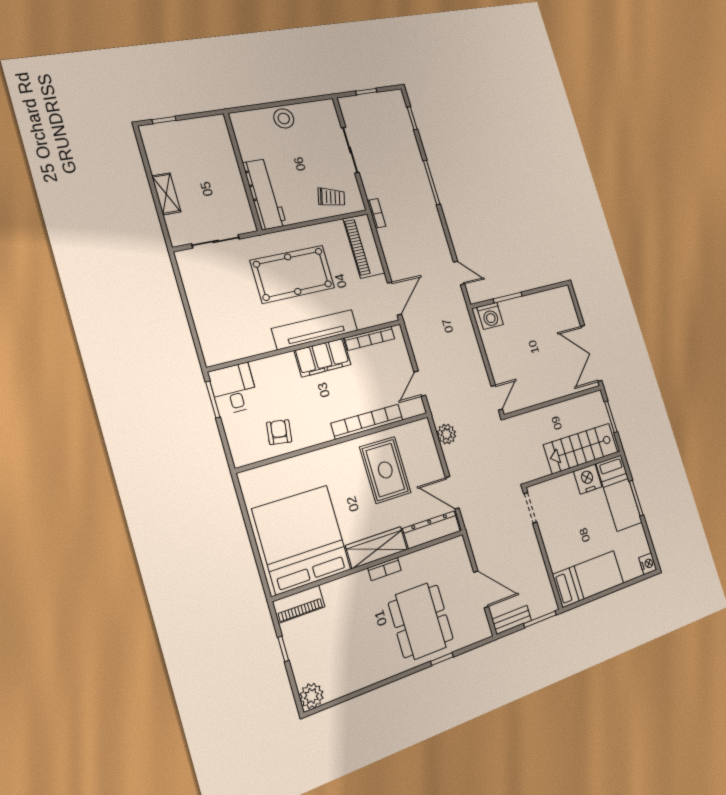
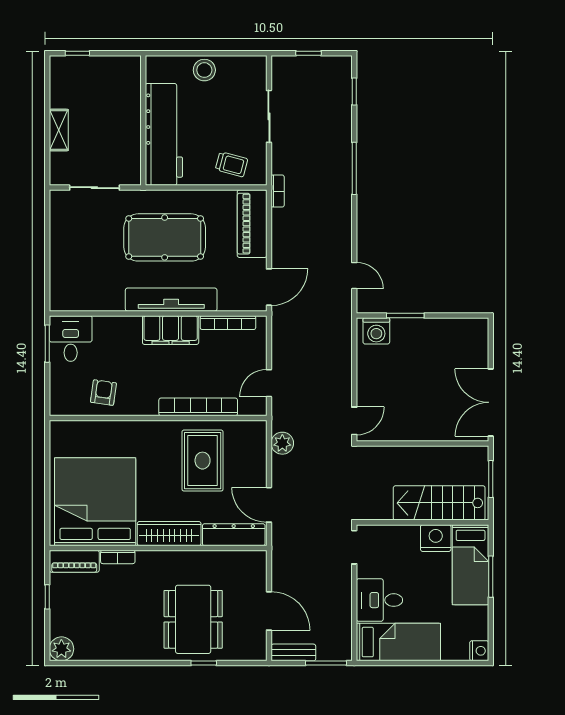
workbench: (264, 194) -> (164, 134), width x1.36, depth x1.32
desk: (563, 547) -> (379, 600), added
bookcase: (384, 569) -> (118, 557), moved

